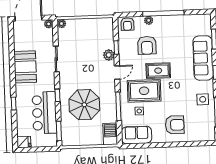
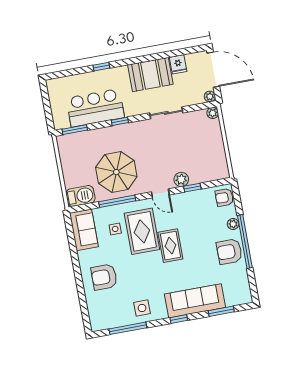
armchair: (147, 45) -> (229, 252), moved
parasol: (84, 105) -> (116, 172), moved
armchair: (175, 125) -> (104, 277), turned 90
fridge: (24, 142) -> (178, 64), moved

